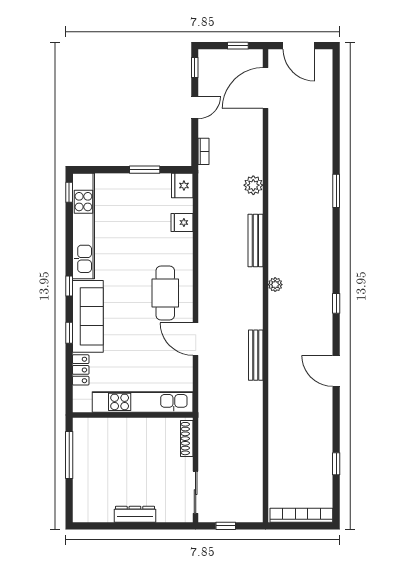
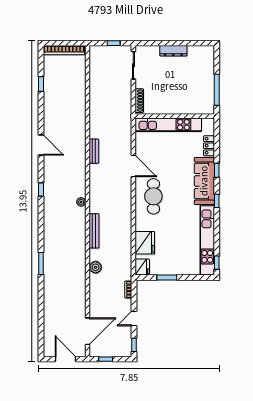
fridge: (182, 222) -> (145, 243), width x1.88, depth x1.34
bench: (256, 355) -> (94, 151), width x0.73

